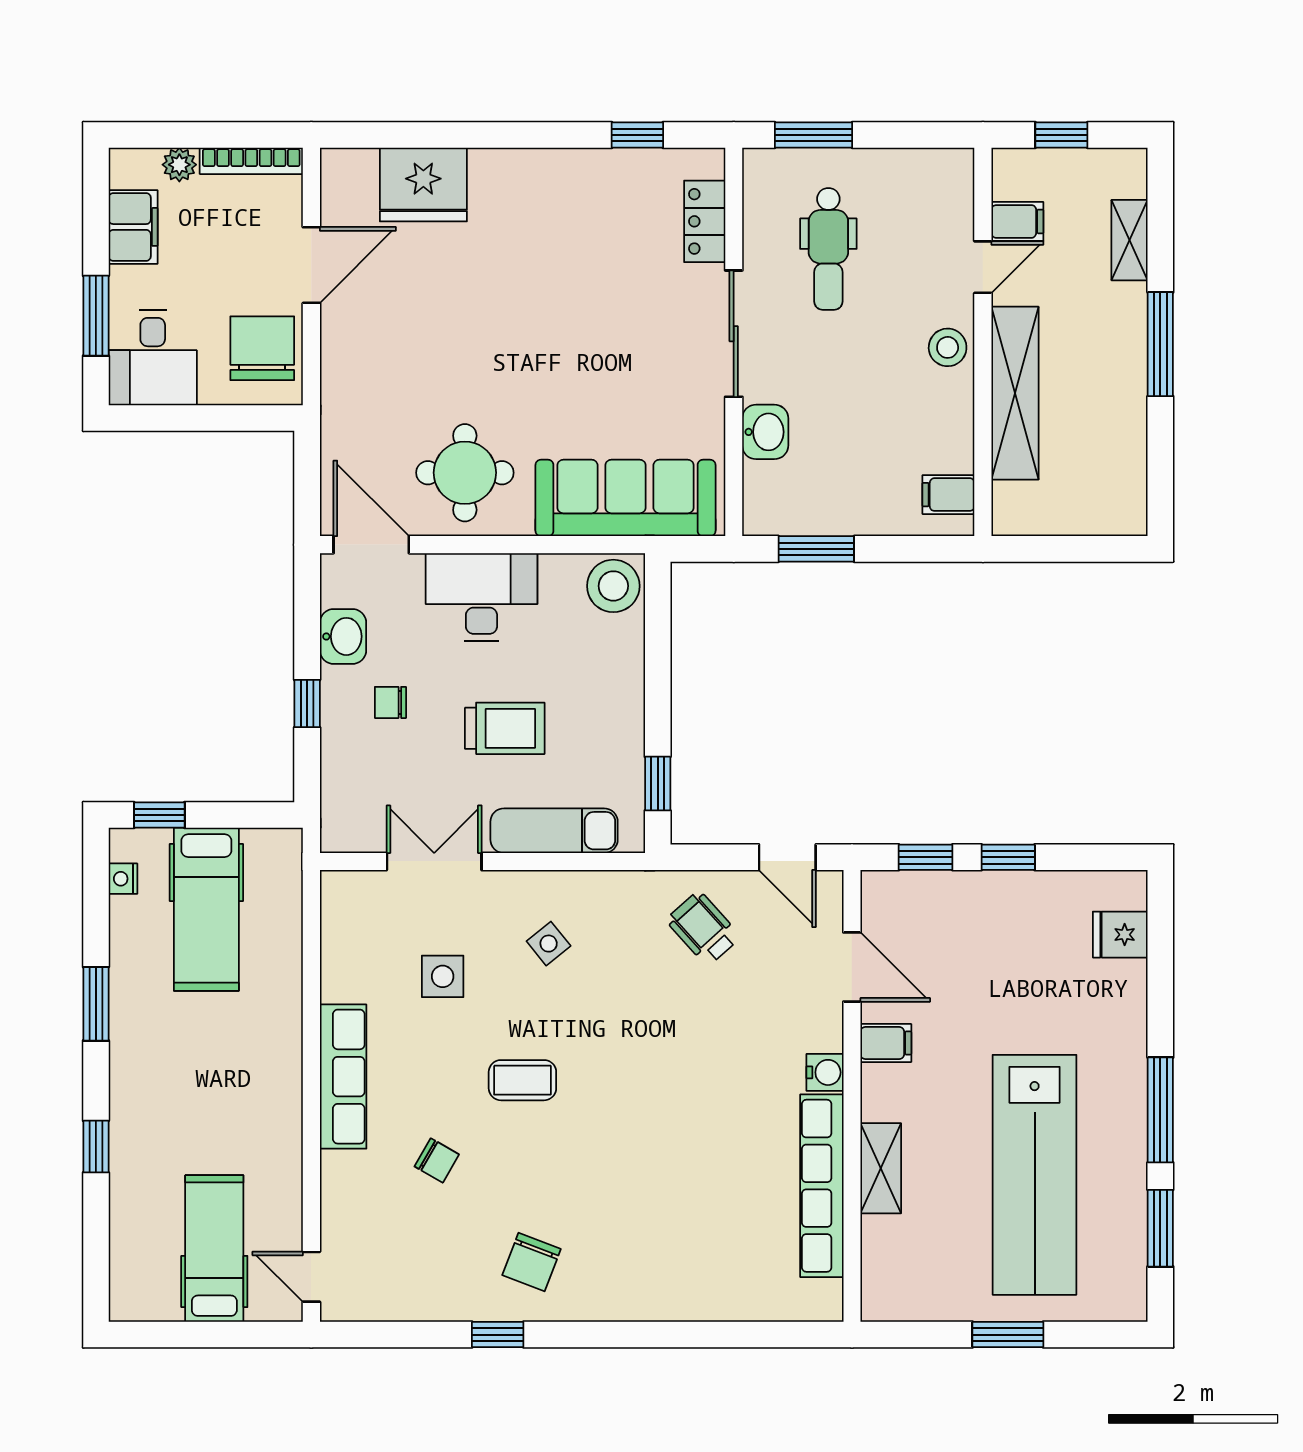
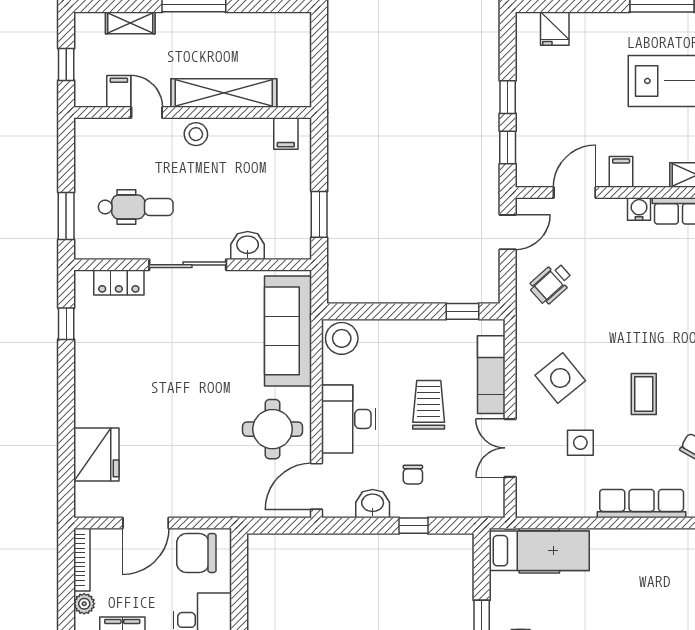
door: (311, 265) -> (146, 523), swing flipped
hospital bed: (206, 909) -> (539, 551), moved
side table: (549, 944) -> (560, 378), width x1.87, depth x1.87

